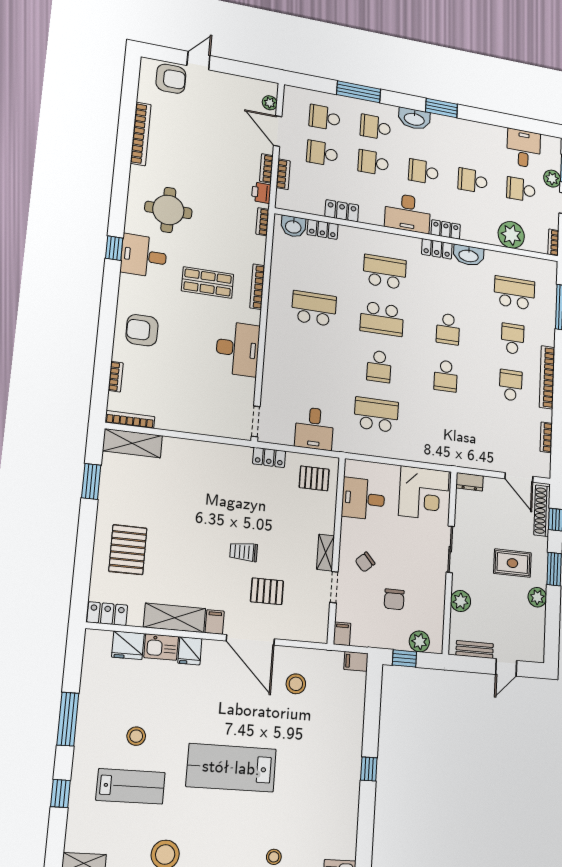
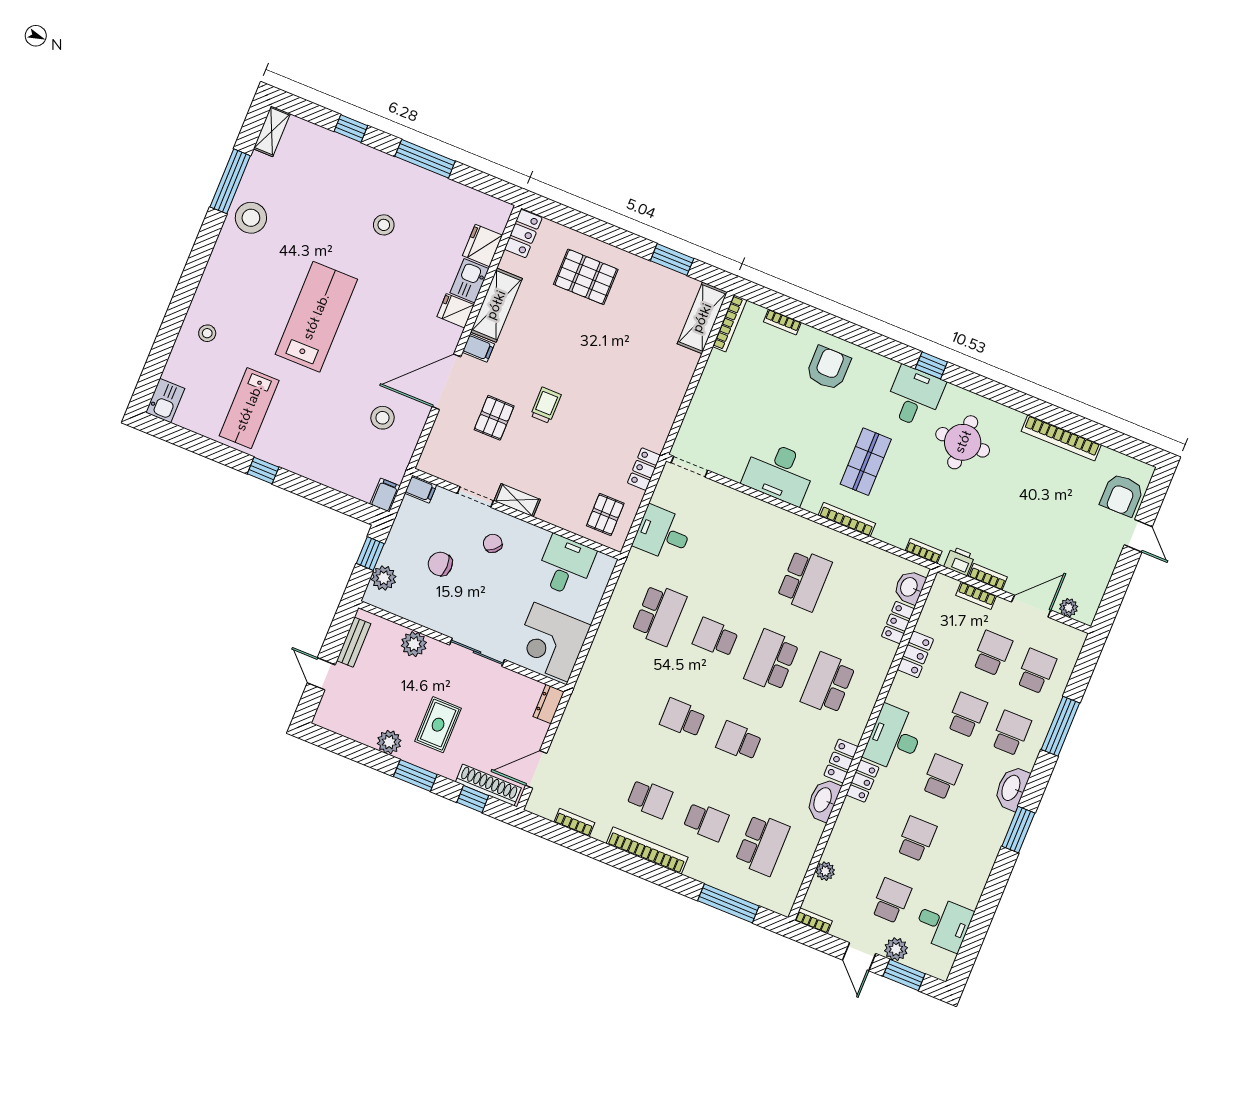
plant: (511, 235) -> (825, 871), width x0.53, depth x0.53
school desk: (385, 272) -> (828, 684), turned 180
lab bench: (131, 786) -> (249, 408), moved

